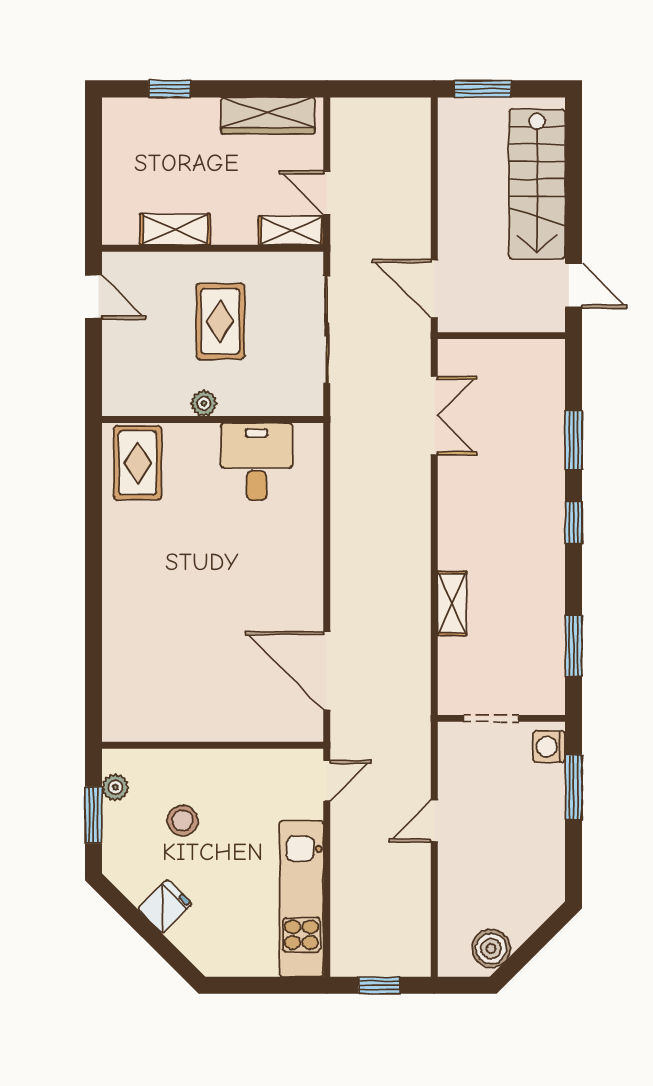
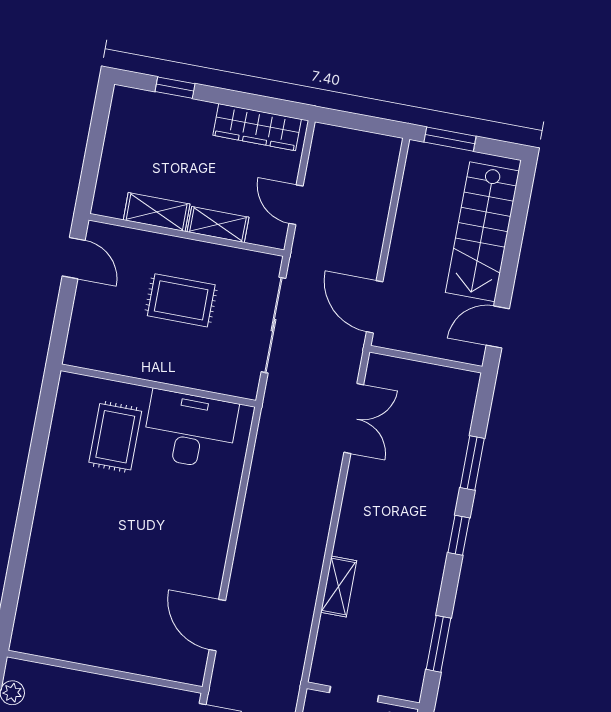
shelving: (291, 230) -> (218, 225), moved
door: (574, 286) -> (498, 327), swing flipped
rug: (220, 321) -> (181, 300), turned 90
plant: (204, 403) -> (153, 370), removed
desk: (257, 462) -> (190, 430), width x1.37
rug: (138, 463) -> (115, 437), moved
door: (327, 671) -> (217, 625), width x0.73

